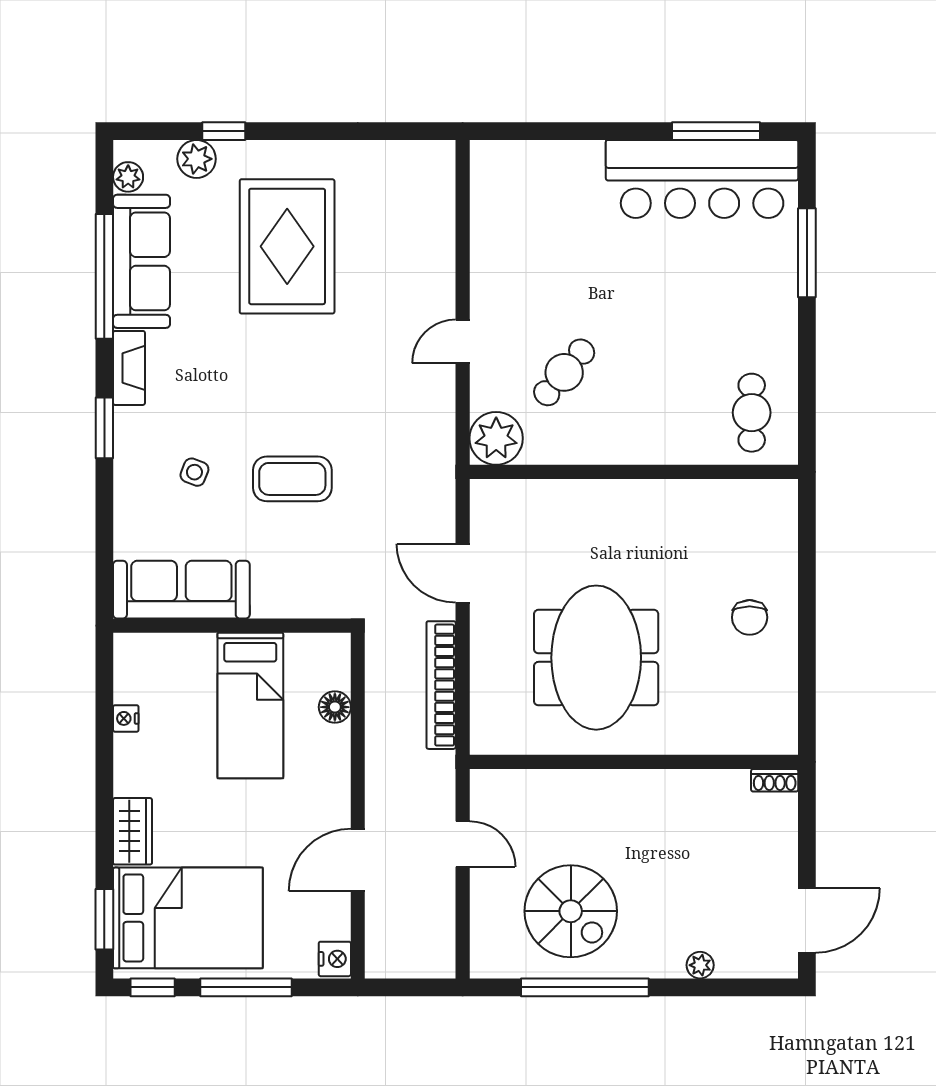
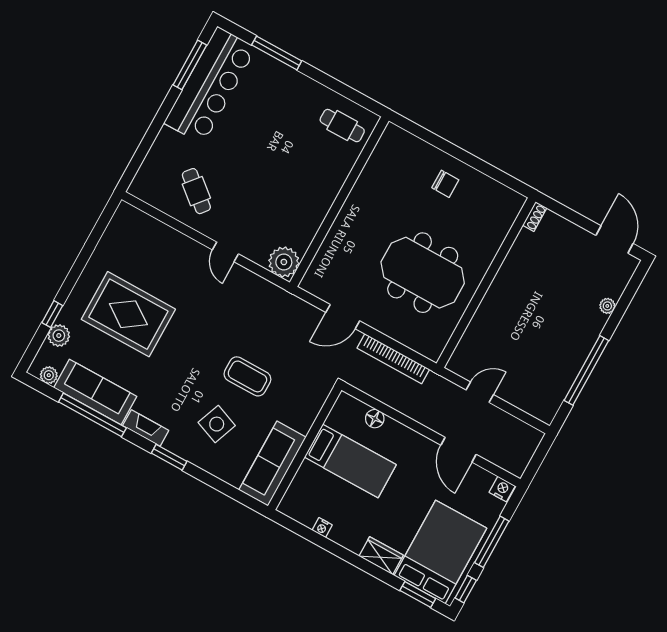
cafe table: (564, 372) -> (196, 191), moved
side table: (194, 472) -> (217, 424), width x1.87, depth x1.87
coffee table: (292, 479) -> (247, 376), turned 90
spiral stairs: (571, 911) -> (544, 356), removed

